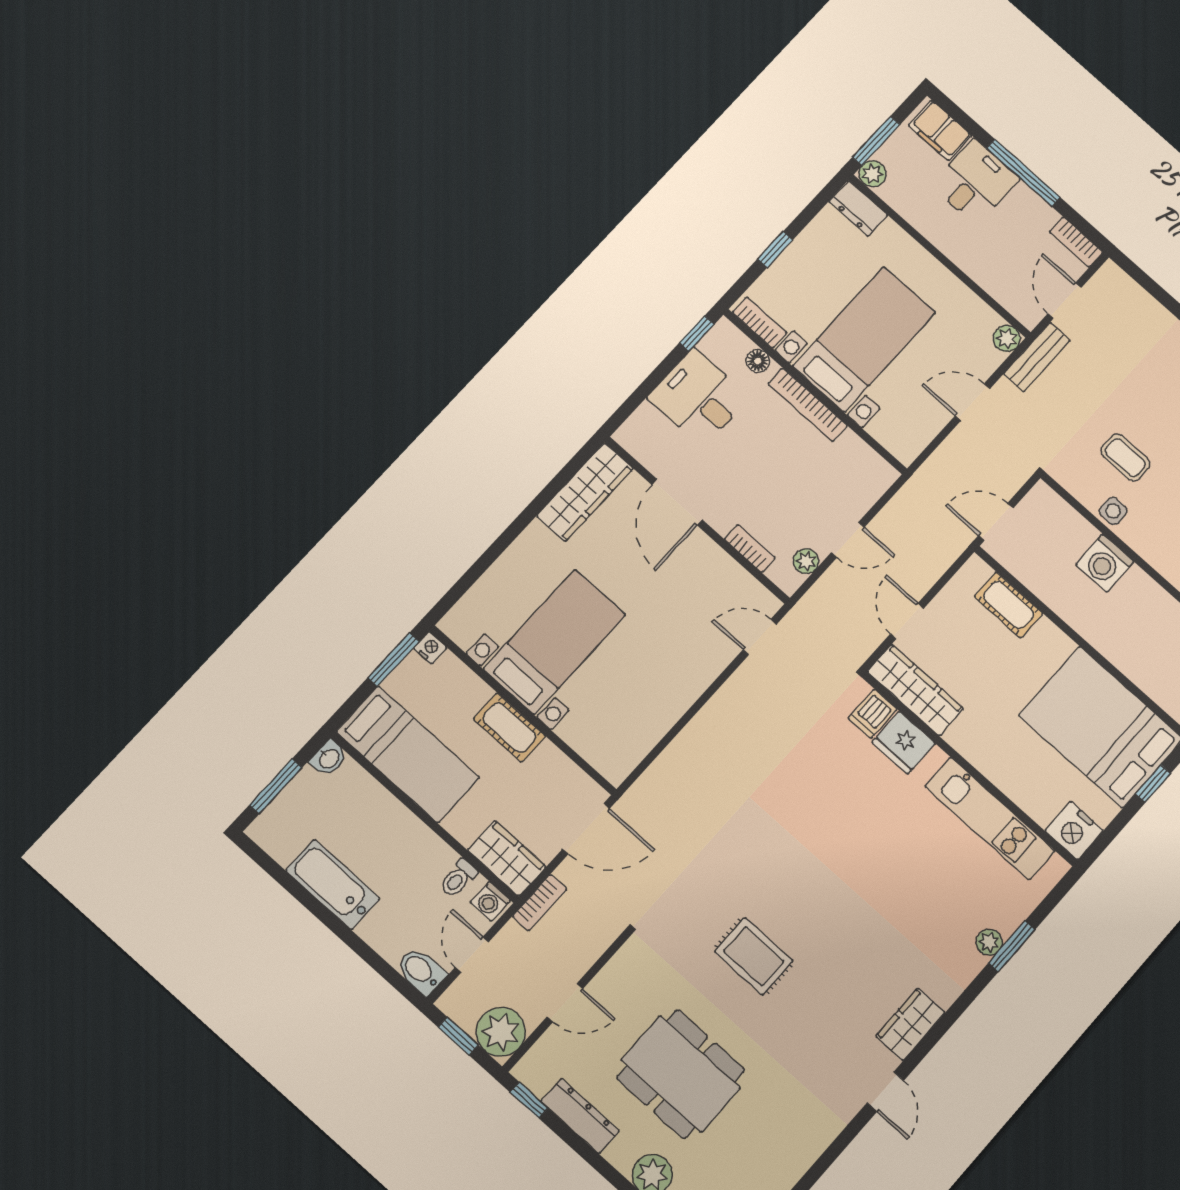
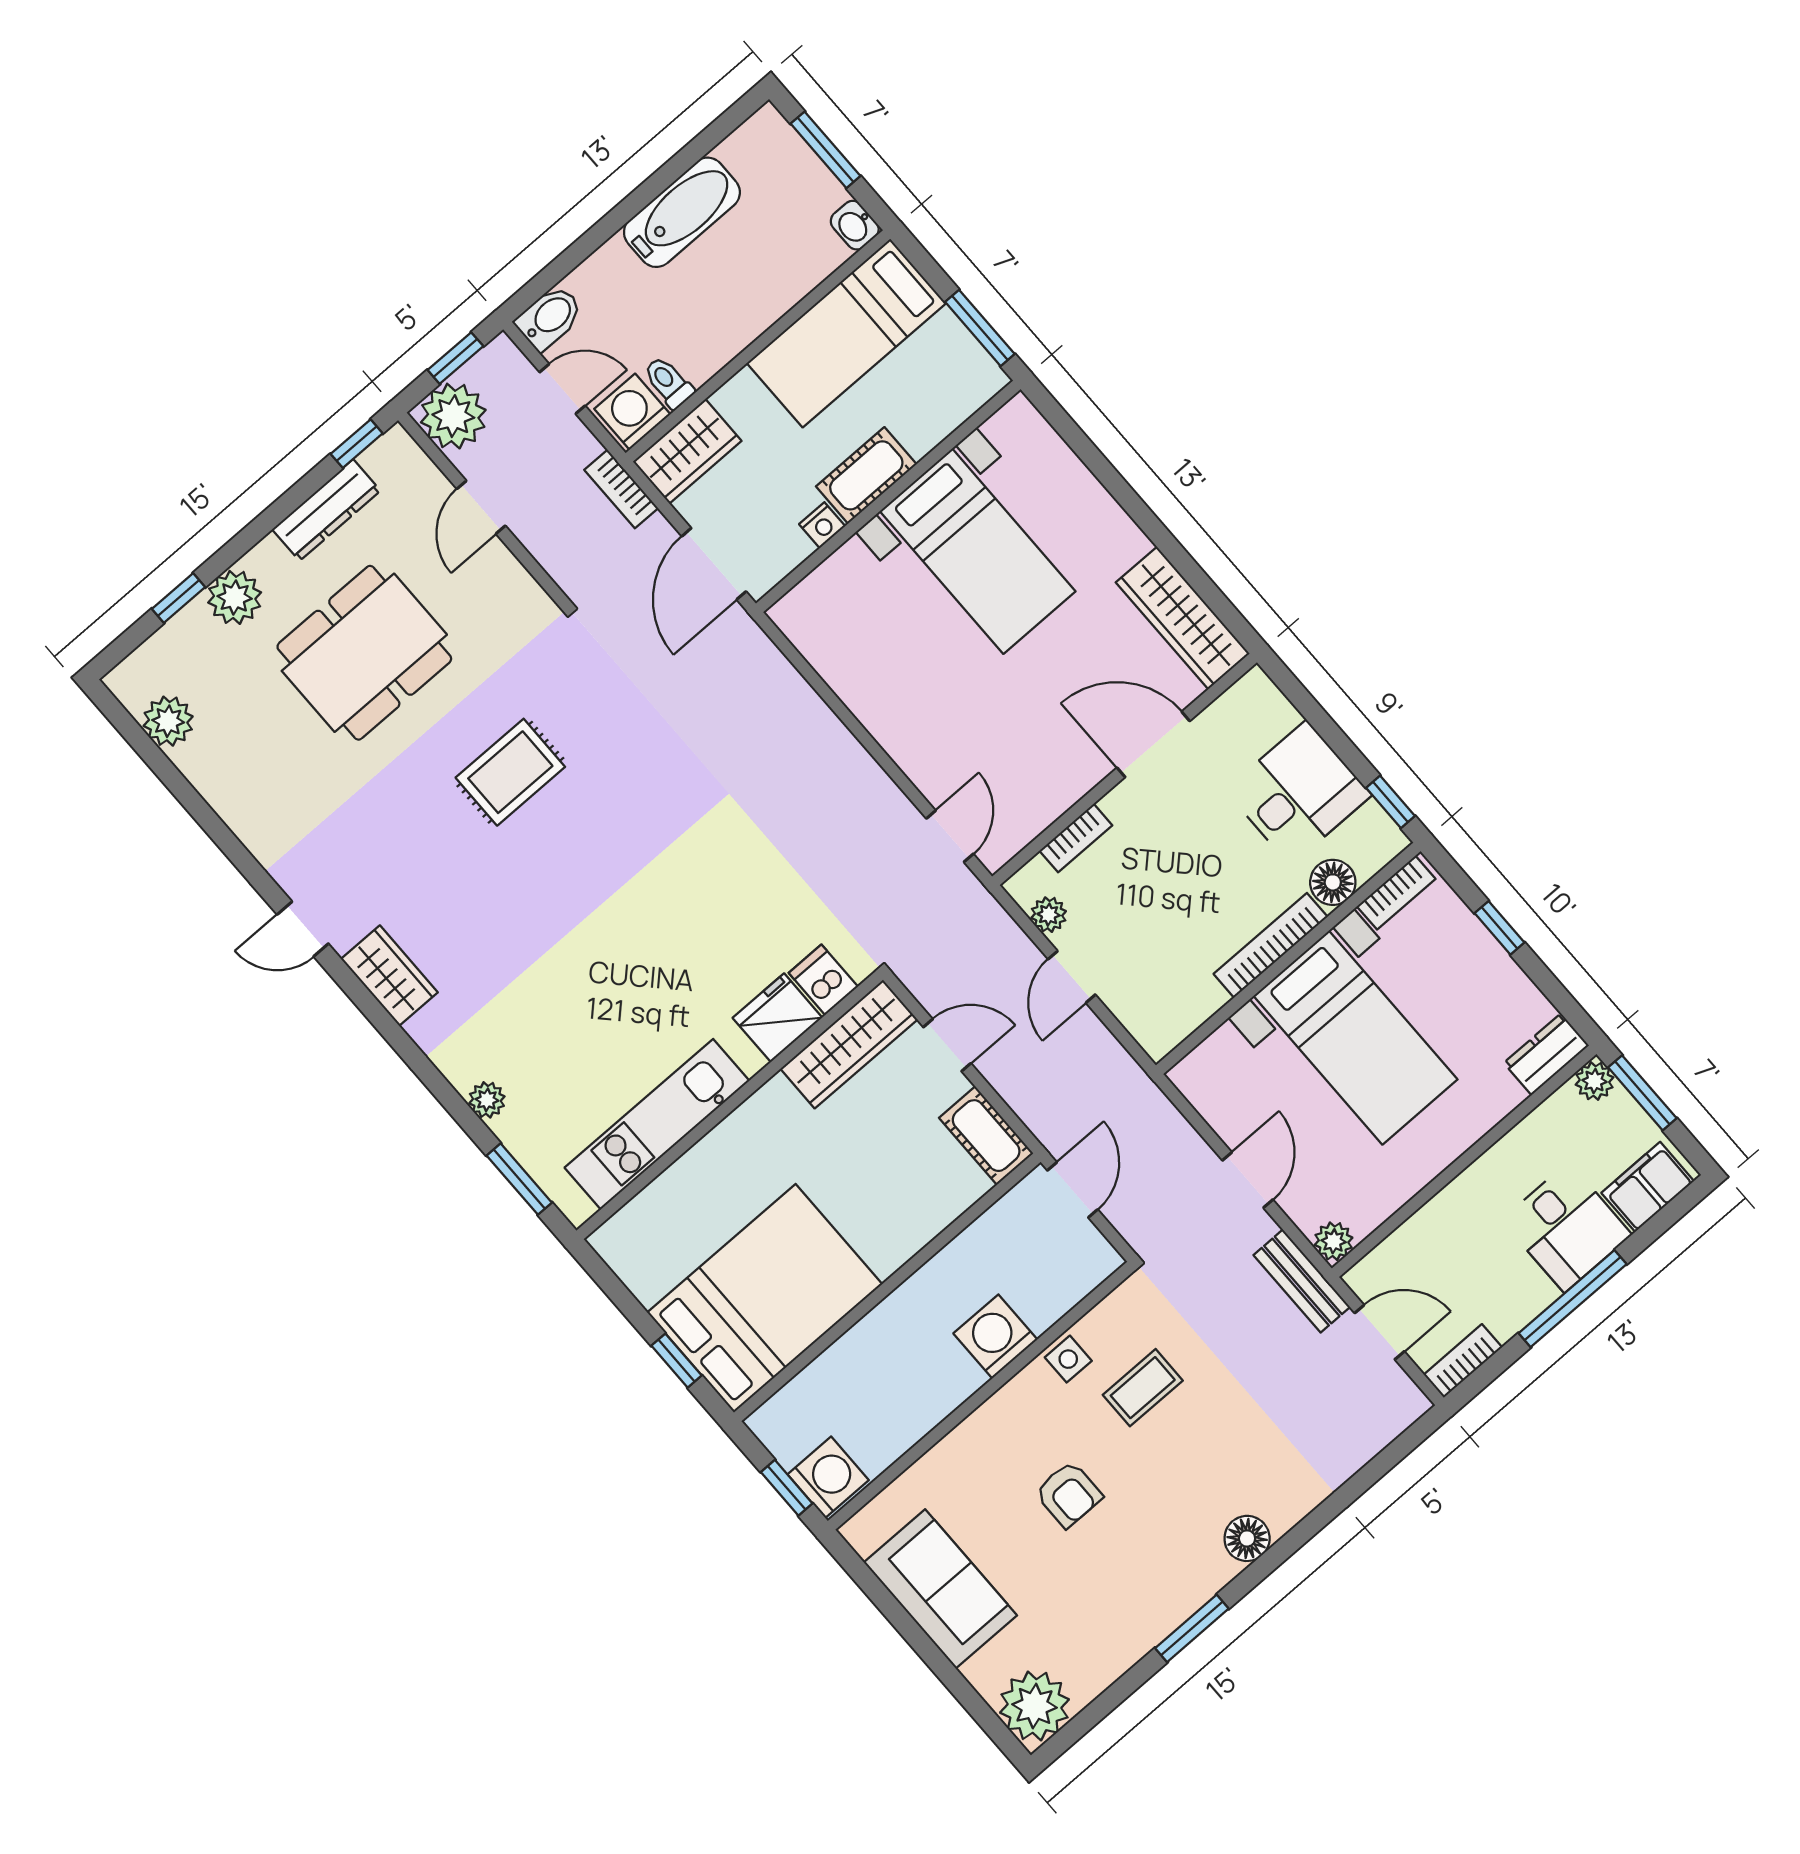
floor lamp: (758, 361) -> (1333, 882), width x1.37, depth x1.37
cot: (1009, 605) -> (986, 1136), moved, turned 90
nightstand: (430, 648) -> (822, 525), moved
nightstand: (1074, 831) -> (625, 1240), removed
washing machine: (490, 901) -> (632, 412), width x1.38, depth x1.38
window: (1012, 946) -> (519, 1179), moved

